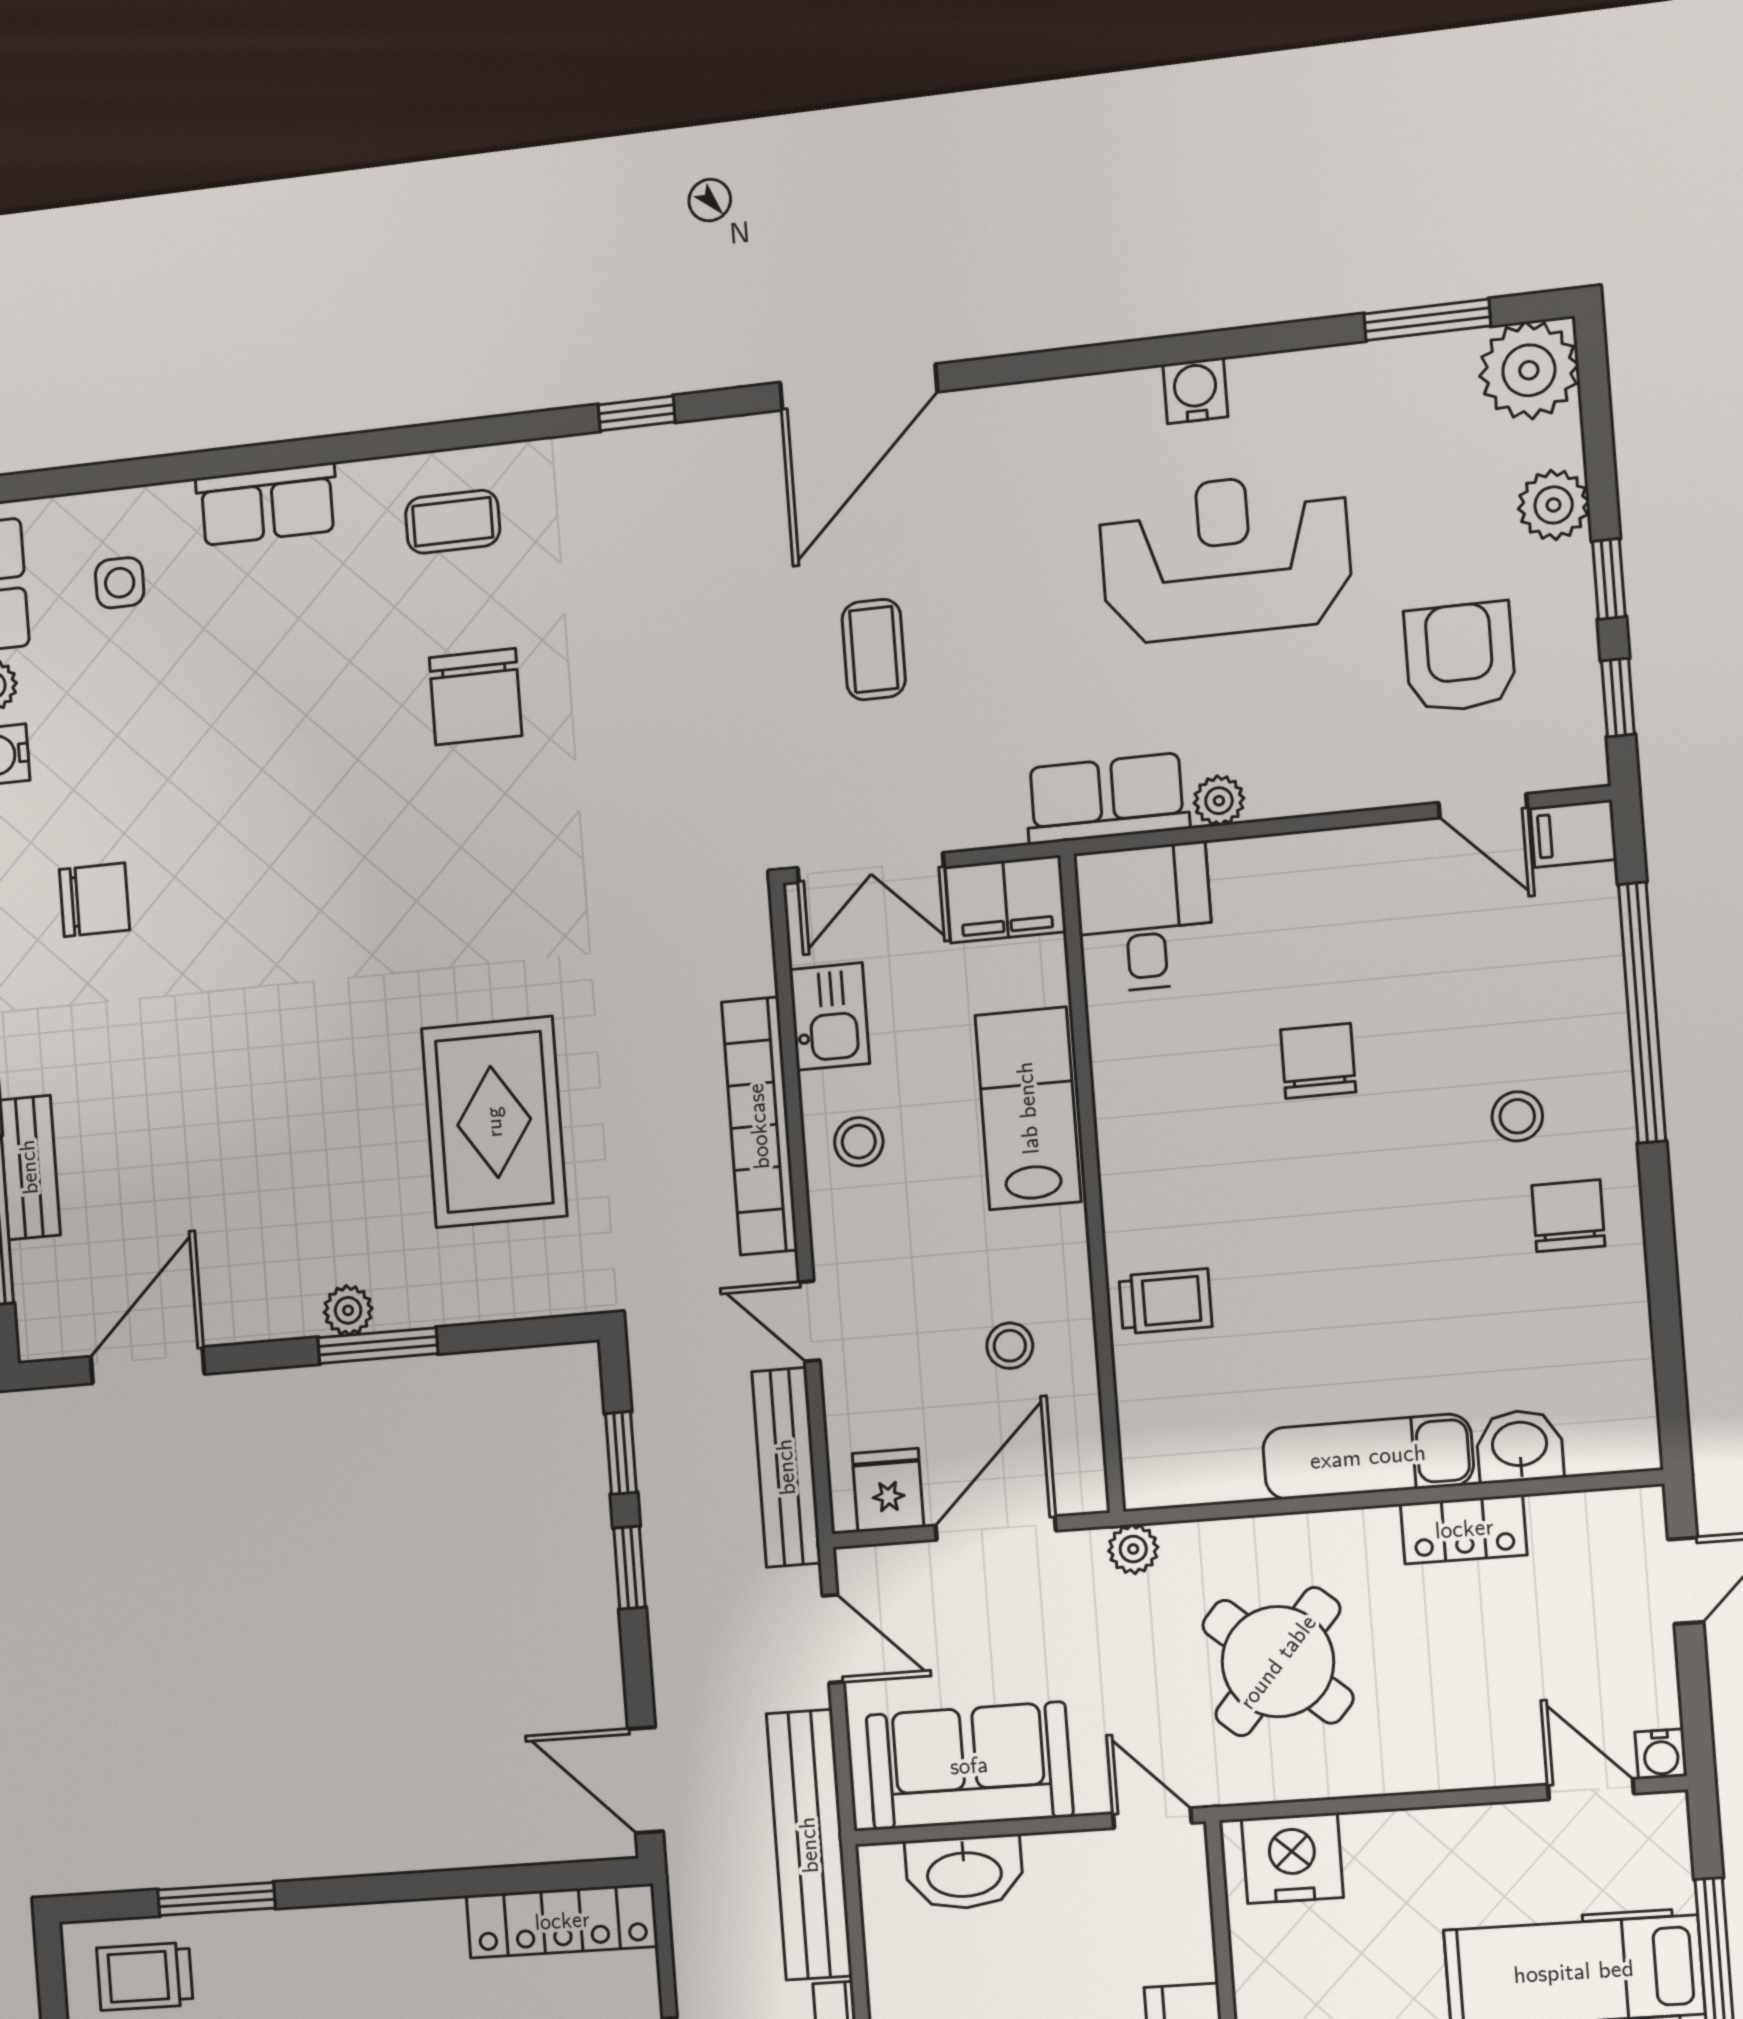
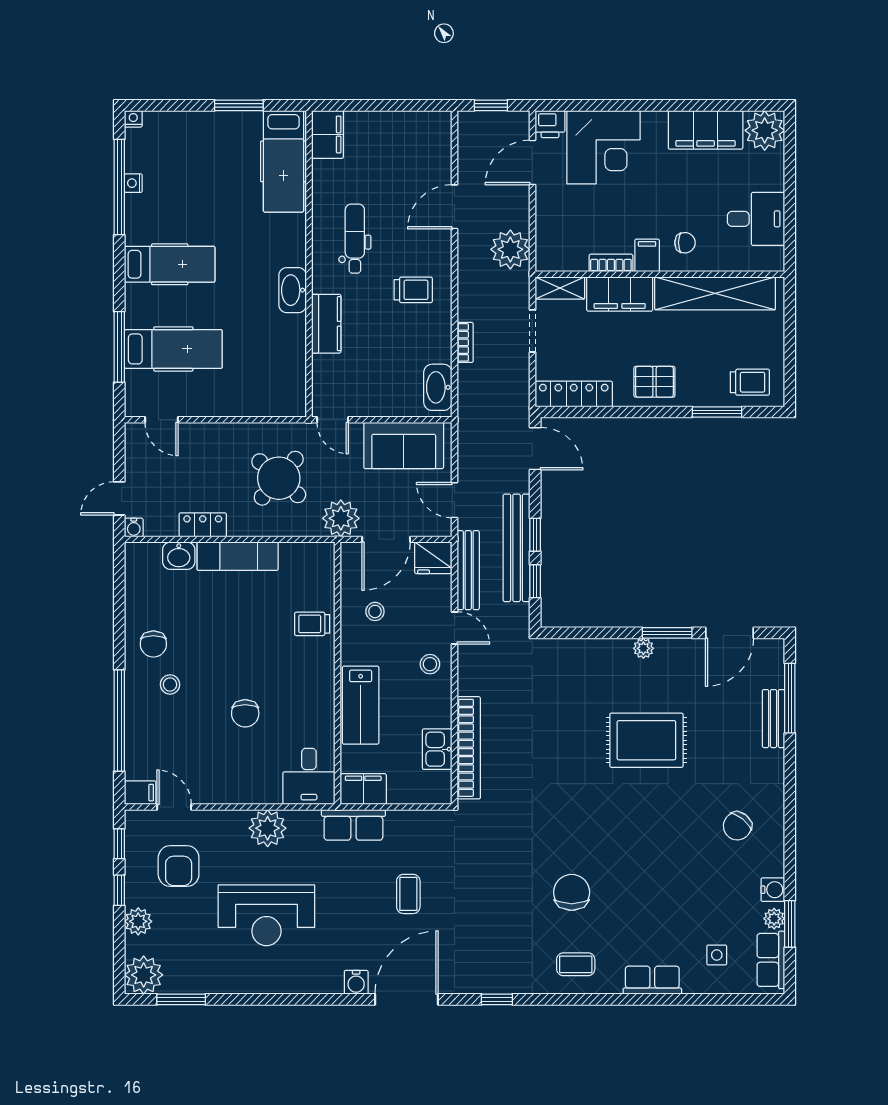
water cooler: (1195, 391) -> (356, 982), moved
row of seats: (1107, 799) -> (353, 825), moved
plant: (1219, 801) -> (268, 828), width x1.88, depth x1.88
double door: (871, 868) -> (416, 807), removed
chair: (94, 900) -> (737, 826), turned -51
rug: (494, 1122) -> (646, 740), moved, turned 90
bookcase: (759, 1126) -> (469, 748), moved
stool: (859, 1142) -> (430, 664), moved
window: (378, 1346) -> (667, 633), moved
fridge: (888, 1490) -> (433, 558), width x1.38
plant: (1133, 1549) -> (341, 518), width x1.87, depth x1.87
water cooler: (1661, 1754) -> (134, 527), moved, turned 180
bench: (809, 1845) -> (517, 548), moved
nightstand: (1292, 1858) -> (279, 400), removed
washbasin: (964, 1873) -> (438, 387), moved, turned -90
pallet: (370, 1963) -> (654, 382), added

